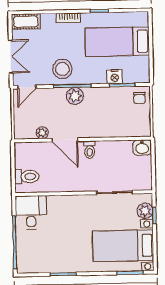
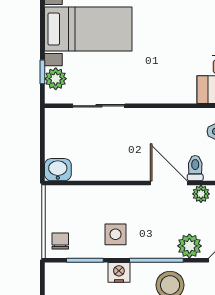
nightstand: (115, 77) -> (119, 272), moved
plant: (75, 96) -> (189, 246), moved
side table: (101, 103) -> (115, 234), added
toilet: (90, 150) -> (195, 168), moved

